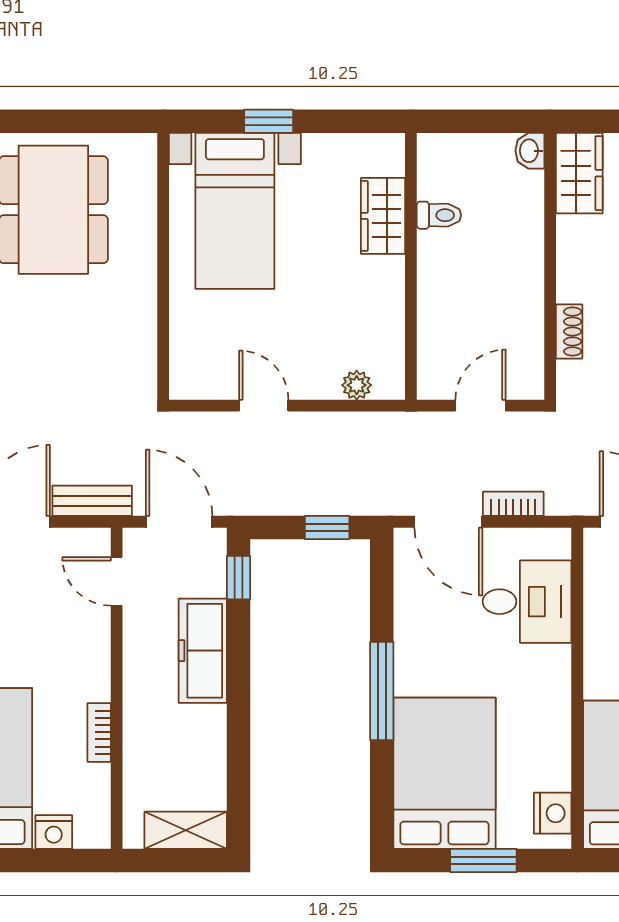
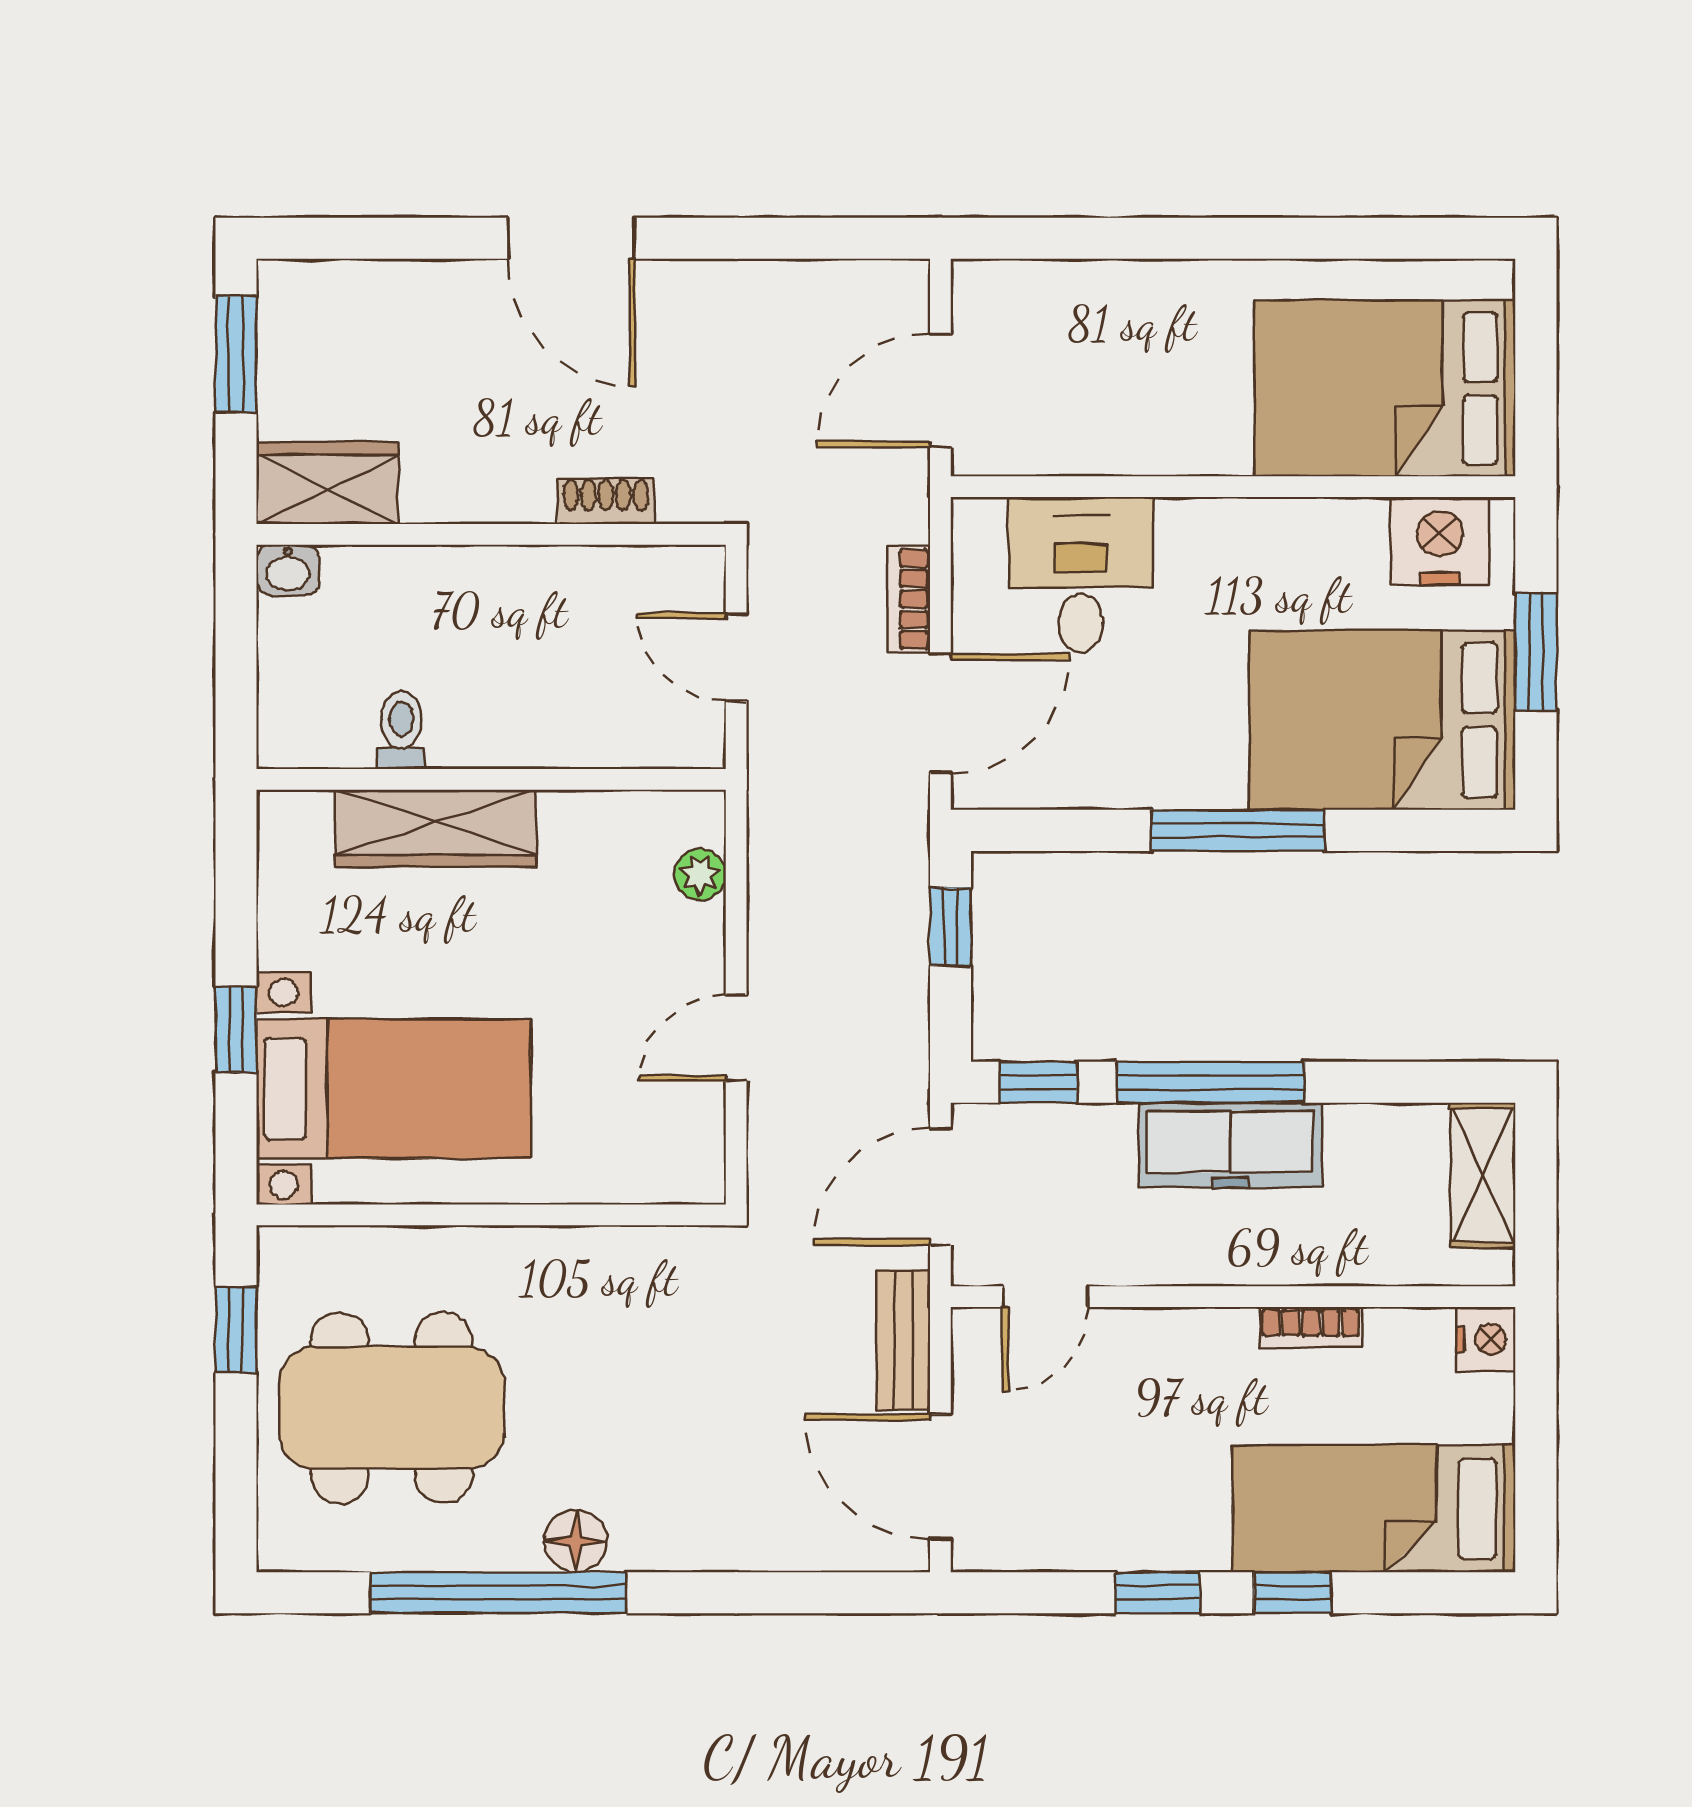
window: (98, 121) -> (236, 1330), added
wardrobe: (383, 216) -> (436, 828), width x1.50
freezer: (203, 651) -> (1230, 1145), moved
window: (239, 675) -> (1211, 1082), added
nightstand: (553, 813) -> (1440, 541), width x1.36, depth x1.33
nightstand: (54, 832) -> (1486, 1339), moved

